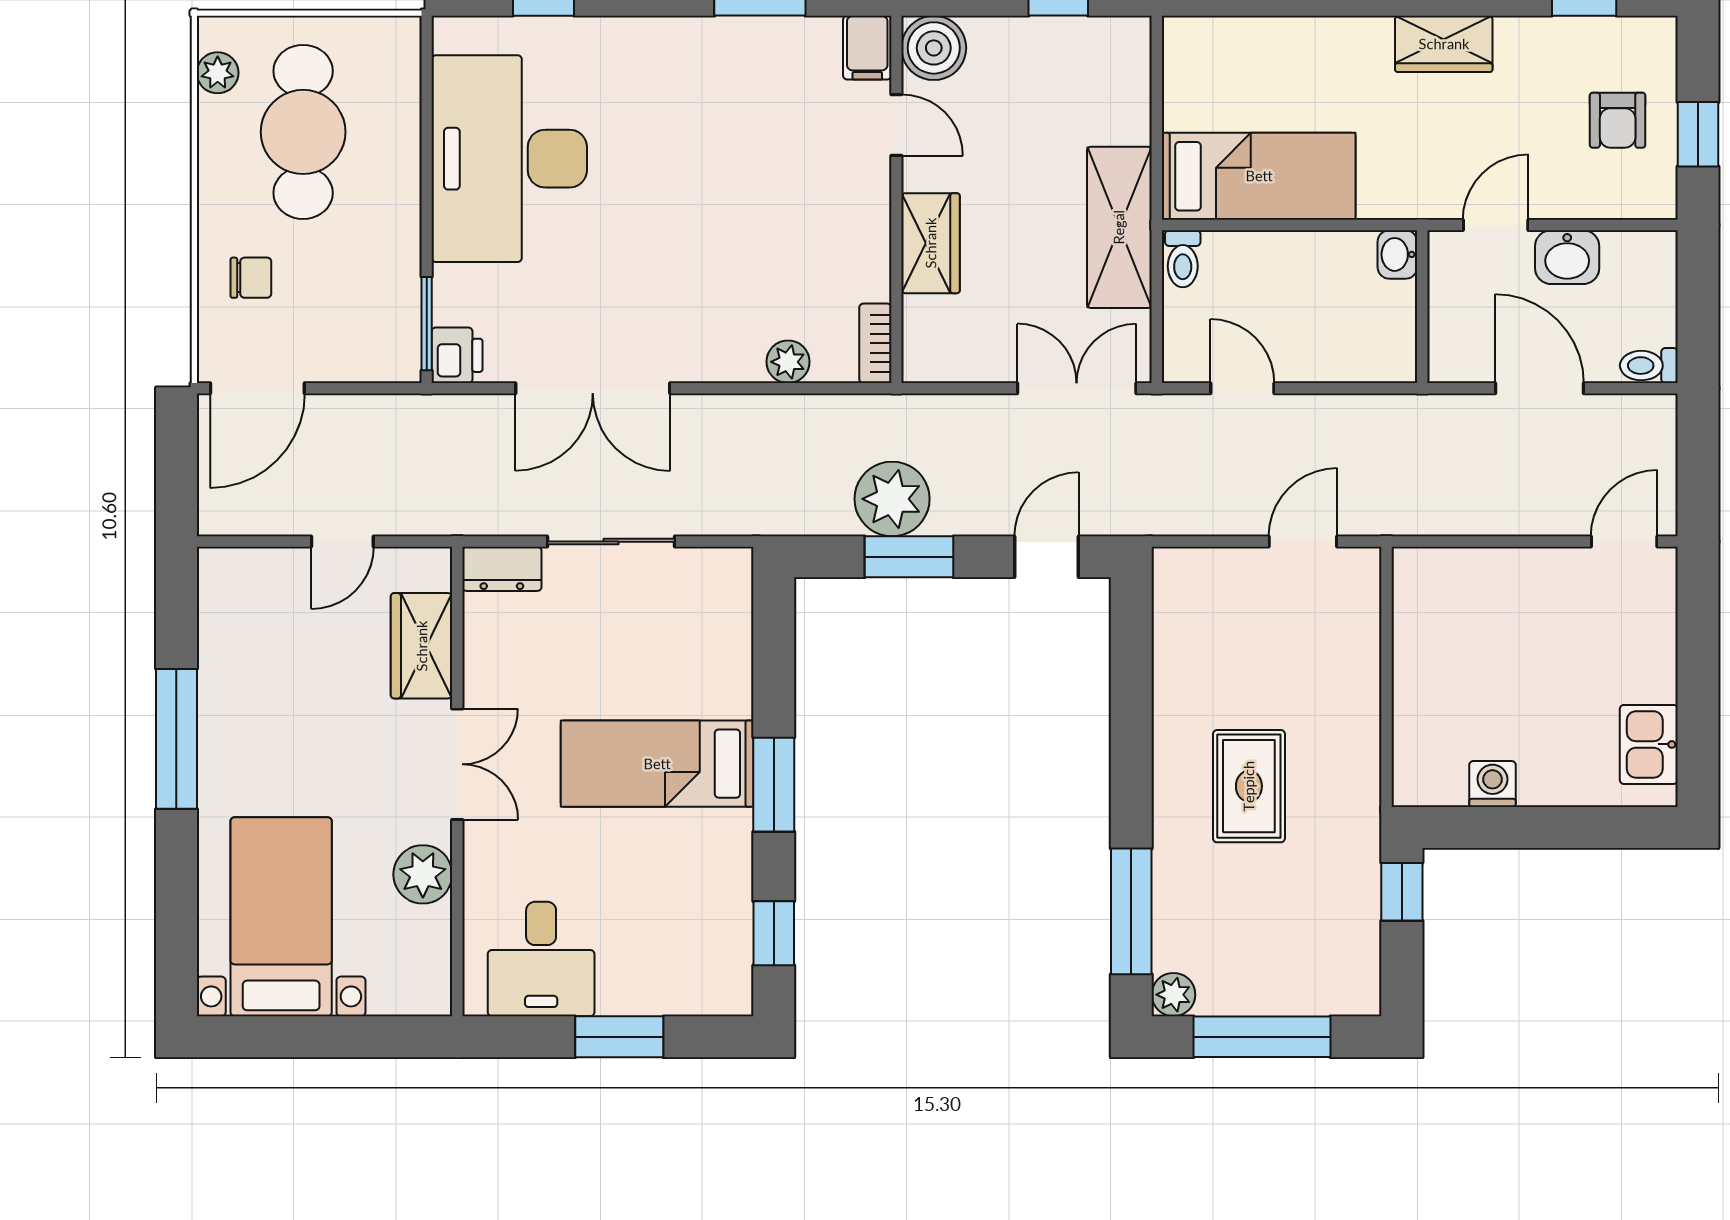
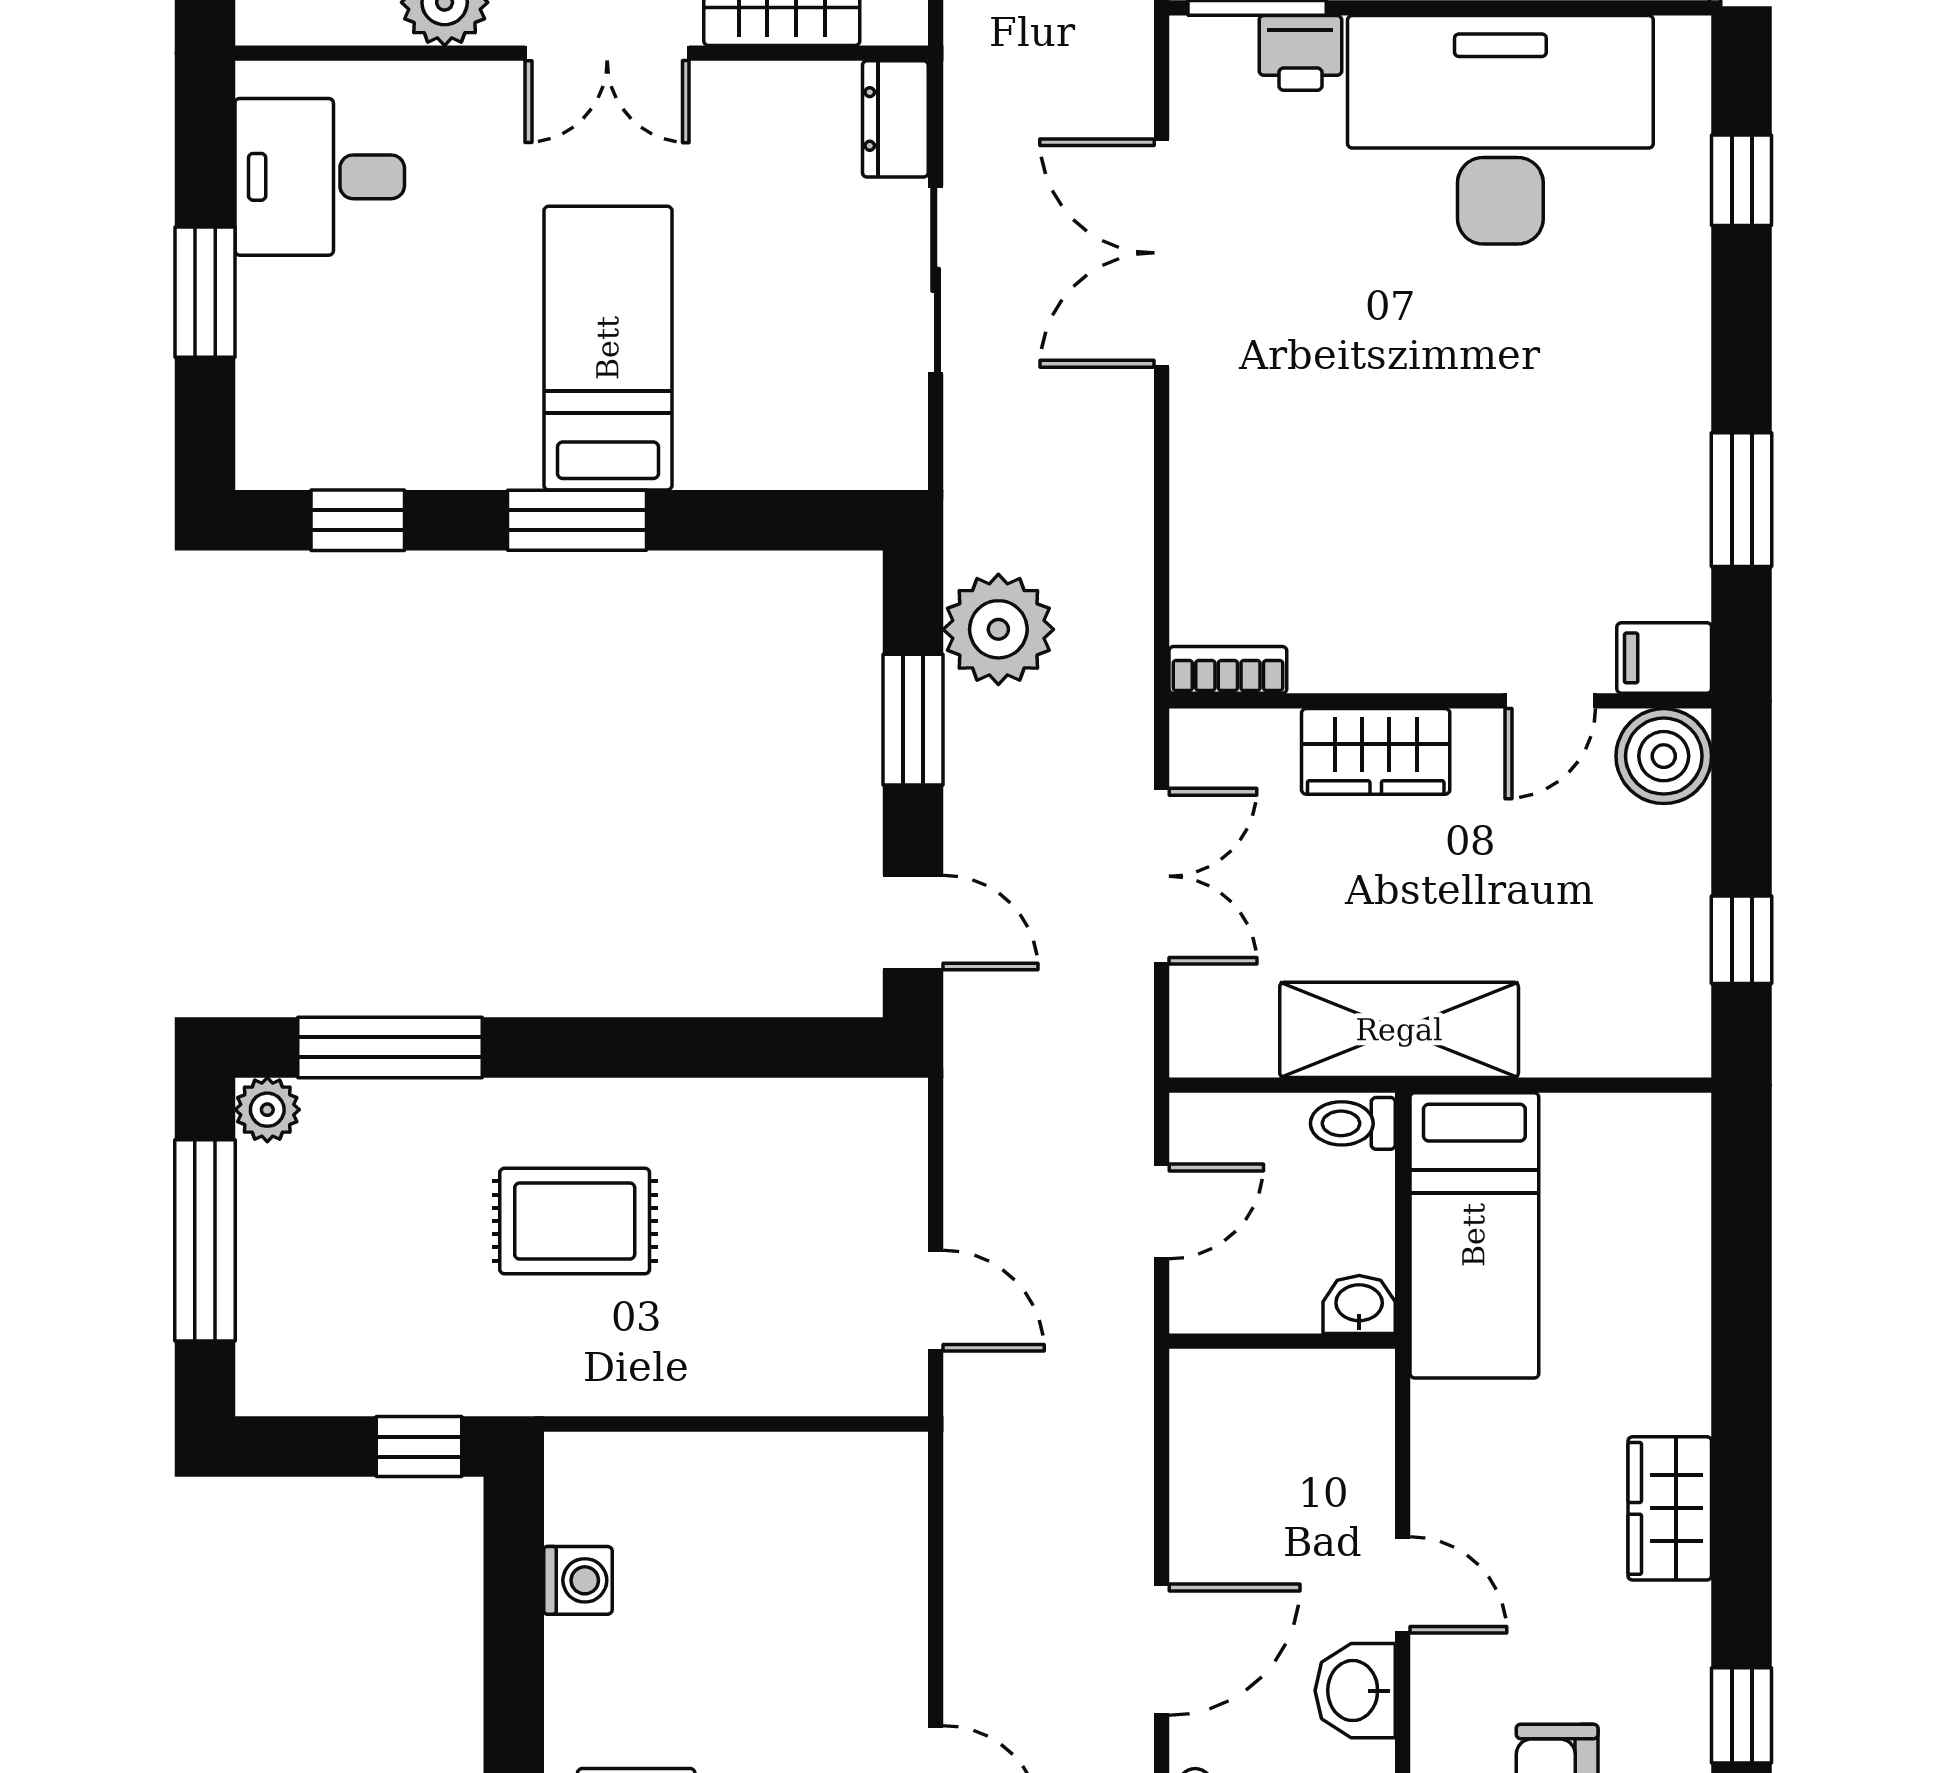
washbasin: (1397, 254) -> (1359, 1305), moved
wall: (1422, 307) -> (1282, 1341), moved
printer: (457, 355) -> (1300, 53), moved
plant: (788, 362) -> (1201, 541), removed
double door: (1077, 388) -> (1162, 876), moved
plant: (892, 499) -> (998, 629), moved

